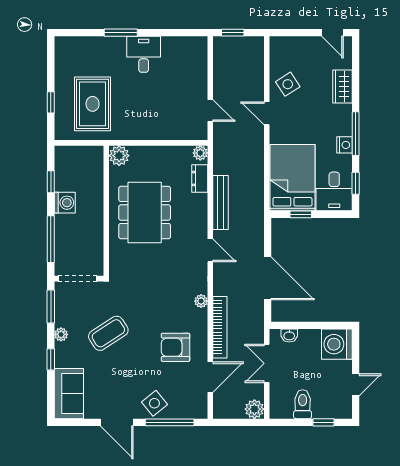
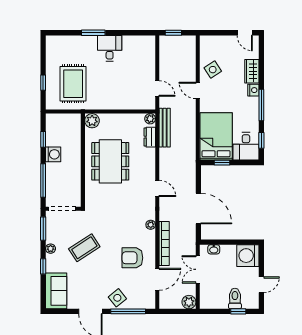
nightstand: (345, 145) -> (253, 90), moved
bench: (221, 202) -> (165, 128), moved
toilet: (303, 404) -> (235, 298), moved

